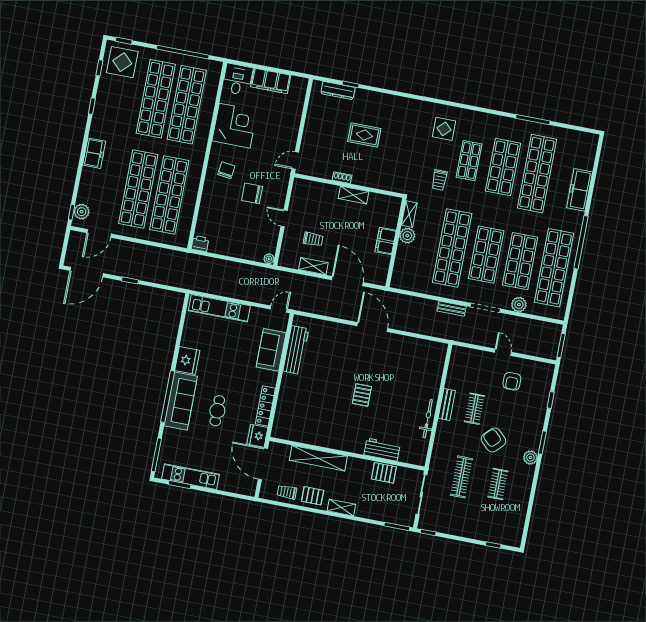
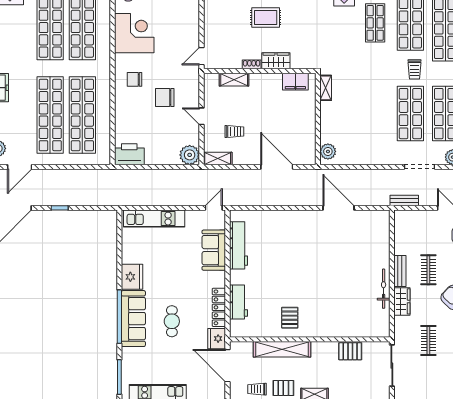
chair: (226, 170) -> (135, 79), turned -97
wardrobe: (366, 179) -> (276, 61), added
trolley: (439, 180) -> (414, 69), moved
shelving: (353, 195) -> (234, 80), moved
plant: (407, 236) -> (328, 151), moved
filing cabinet: (386, 241) -> (295, 82), moved, turned -90
printer: (200, 244) -> (129, 154), width x1.87, depth x1.48
shop shelf: (452, 248) -> (375, 114), removed
plant: (269, 259) -> (190, 155), width x1.88, depth x1.88
shelving: (313, 266) -> (218, 158), moved
bench: (452, 309) -> (404, 200), moved
door: (372, 327) -> (338, 208), moved
pallet: (362, 395) -> (290, 318), moved
wardrobe: (443, 434) -> (402, 301), added
workbench: (382, 450) -> (238, 302), moved, turned 90
clothes rail: (461, 477) -> (428, 340), width x0.73

